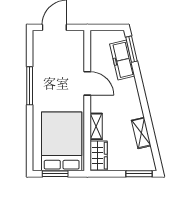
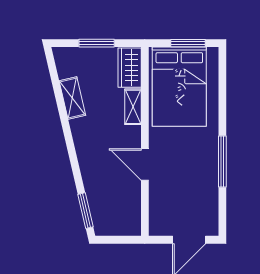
freezer: (122, 60) -> (98, 196), removed
window: (139, 174) -> (97, 43), moved

